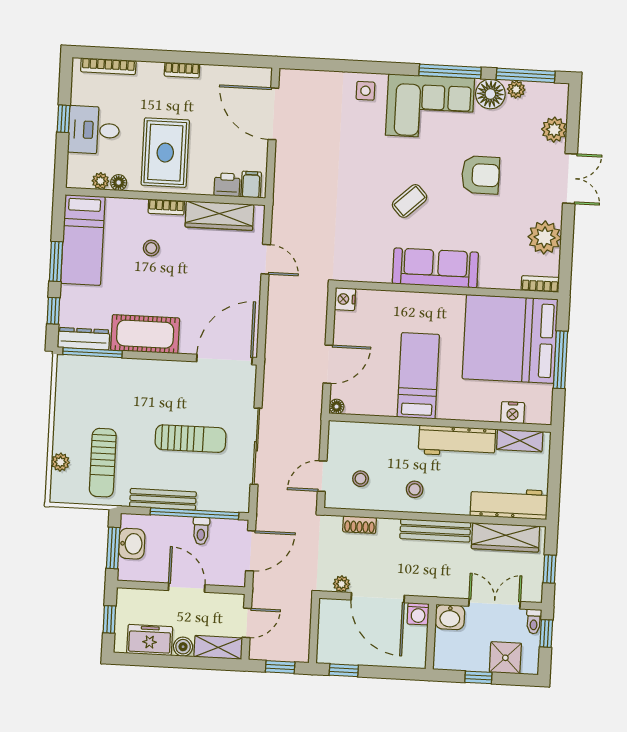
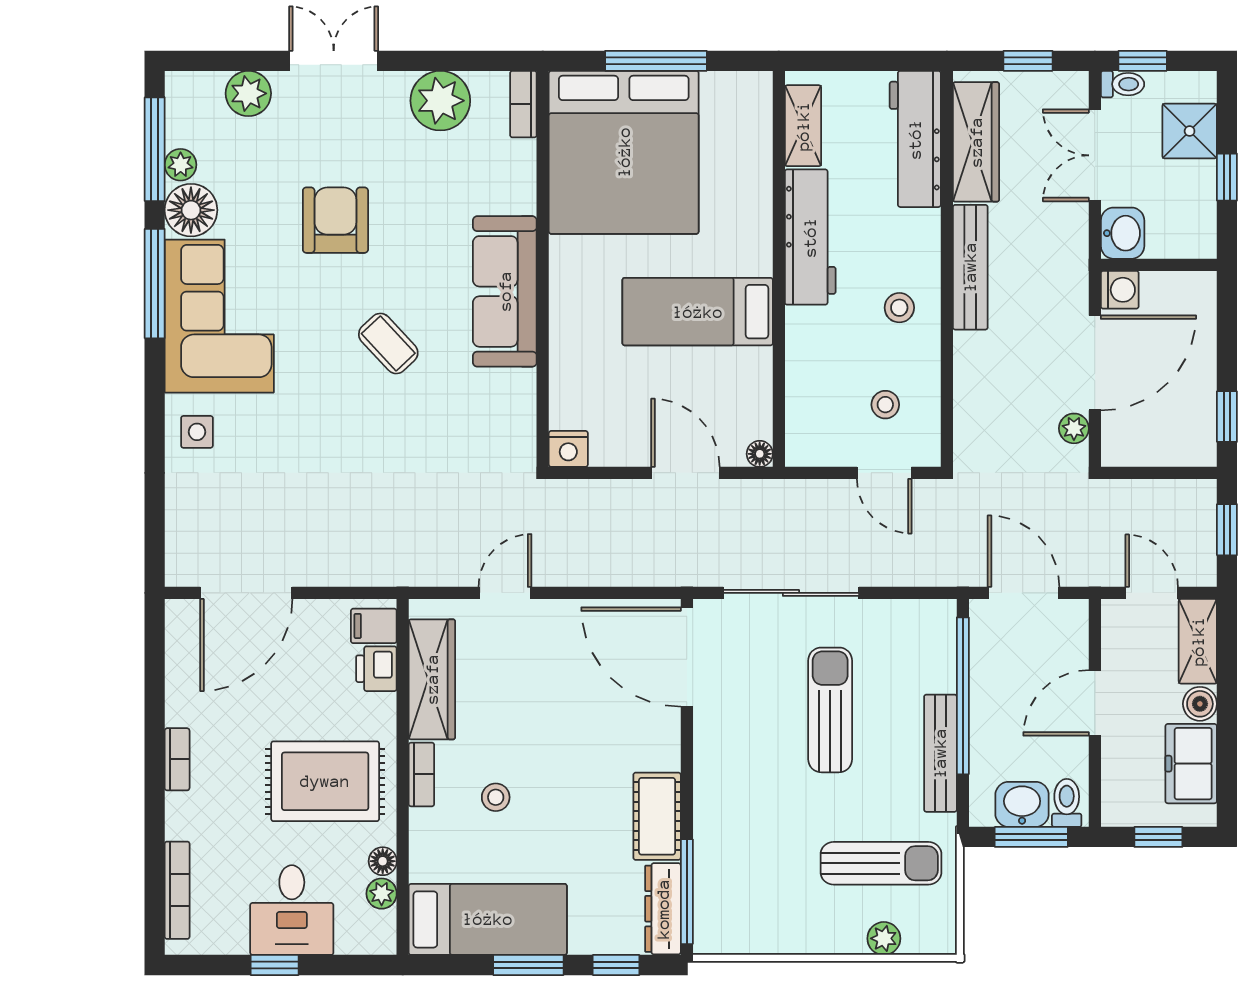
cot: (145, 334) -> (657, 816), width x0.73, depth x0.75
nightstand: (513, 413) -> (754, 141), removed
sliding door: (256, 446) -> (791, 593), moved
shoe rack: (360, 525) -> (967, 402), removed
toilet: (201, 531) -> (1067, 803), moved, turned -90

